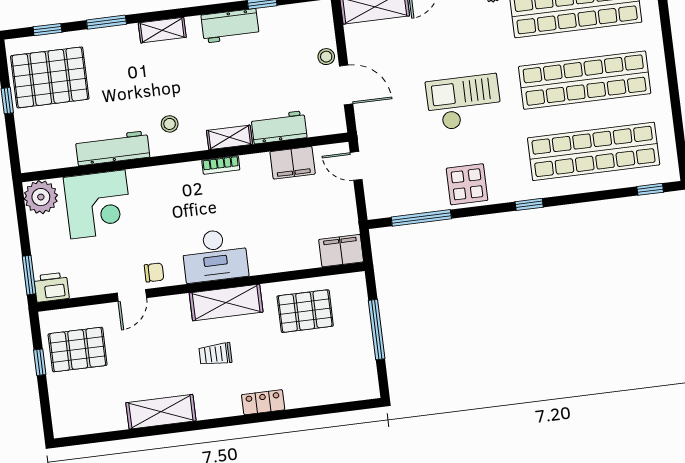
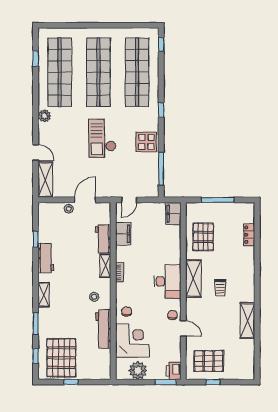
chair: (150, 187) -> (127, 311), added
plant: (41, 197) -> (138, 370), moved
pallet: (78, 350) -> (209, 361), turned 90
locker: (263, 402) -> (249, 235), moved

